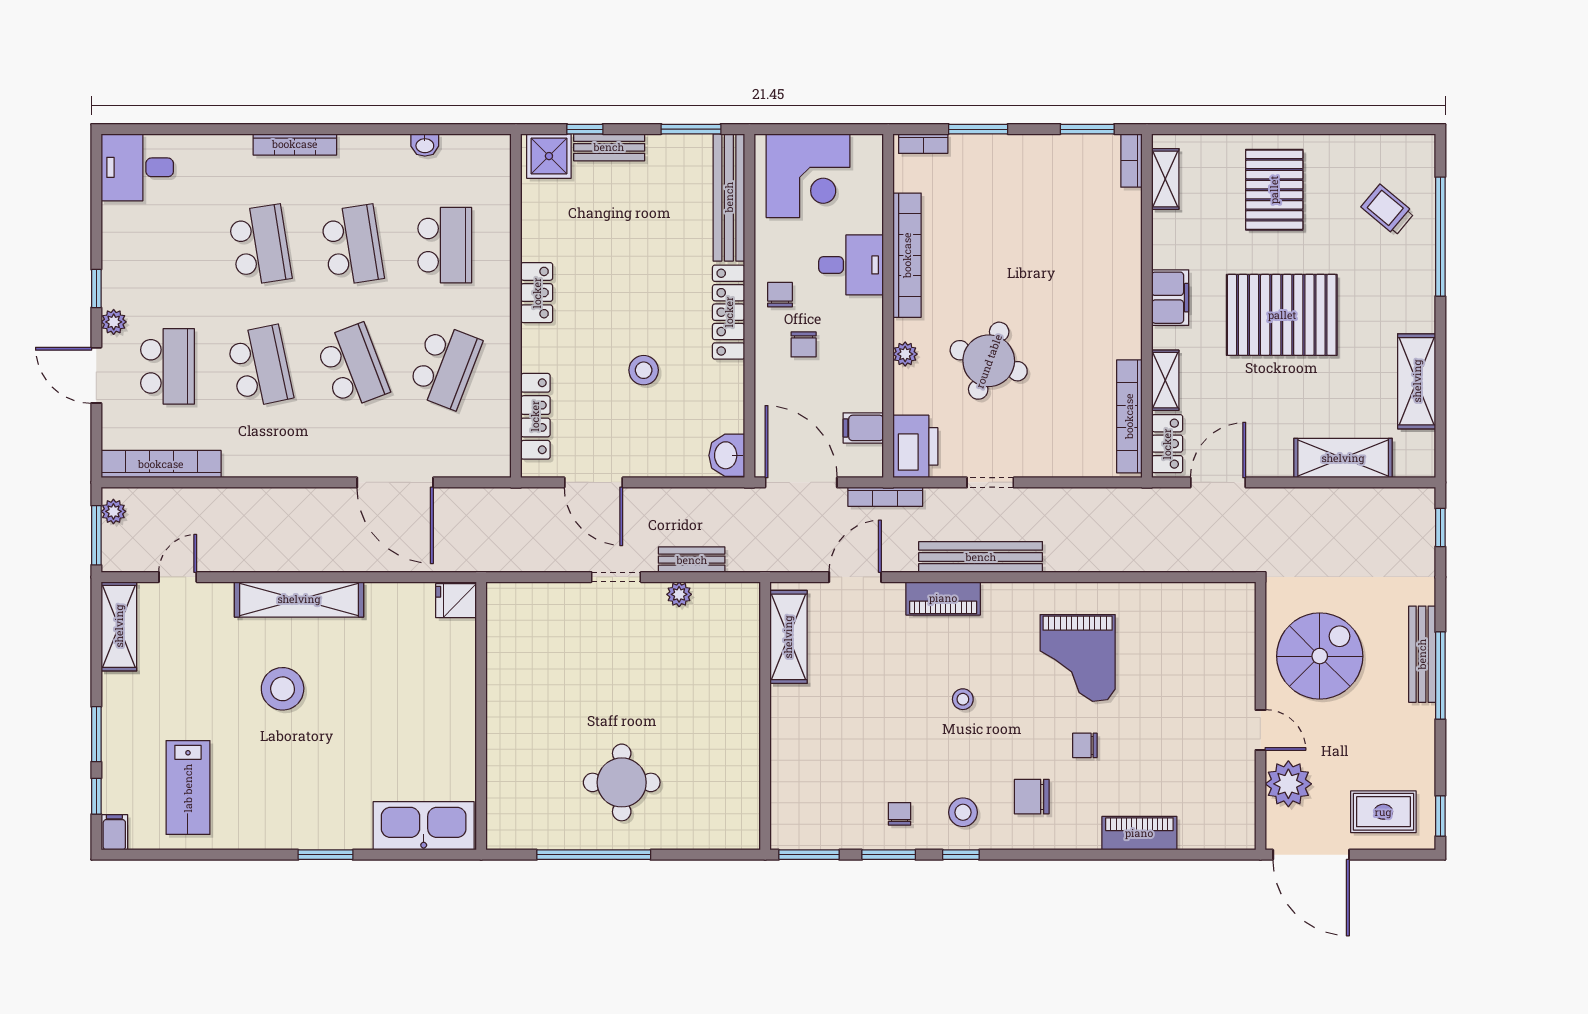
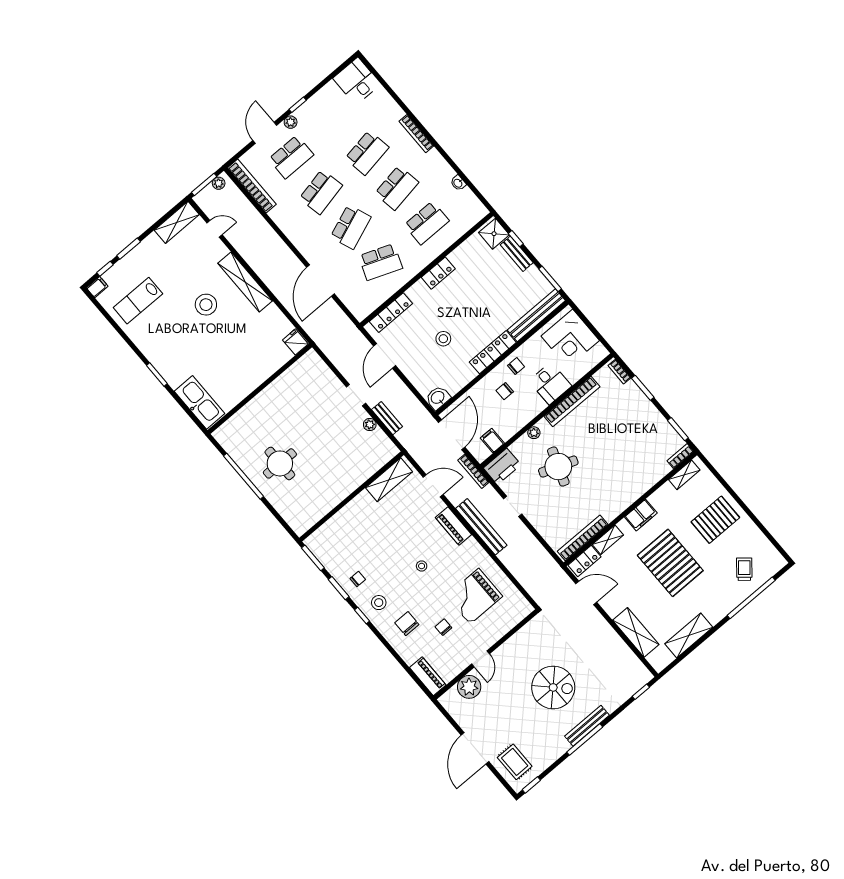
wall: (1260, 716) -> (486, 654), moved
door: (1260, 730) -> (481, 659), moved
plant: (1288, 784) -> (469, 687), moved

